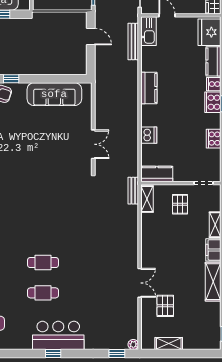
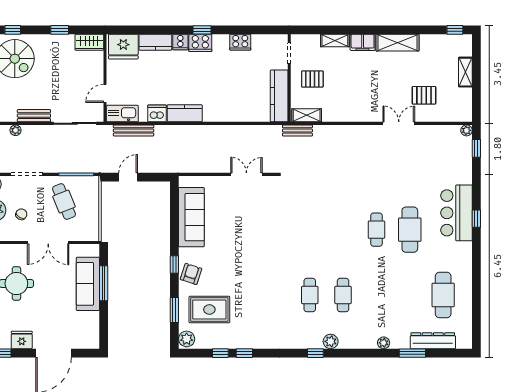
dishwasher: (149, 135) -> (157, 113), moved
kitchen counter: (157, 174) -> (279, 96), width x1.50
cafe table: (43, 293) -> (410, 230), width x1.37, depth x1.35
shelving: (169, 343) -> (465, 72), moved

